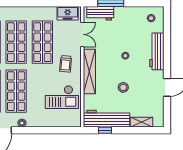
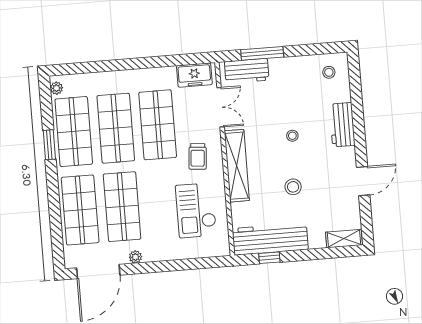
workbench: (157, 51) -> (342, 125), width x0.73
checkout: (62, 97) -> (196, 210), turned 90
shelving: (141, 122) -> (344, 239), moved

